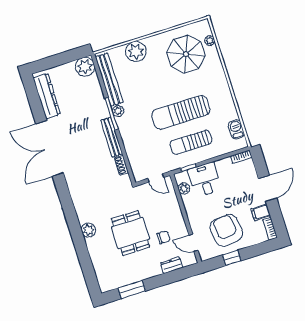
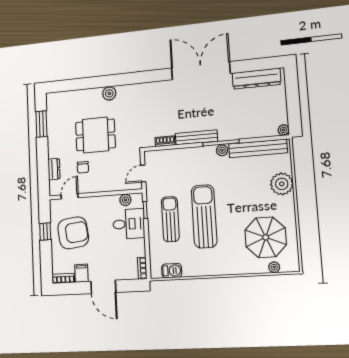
plant: (85, 67) -> (283, 130), width x0.53, depth x0.53

